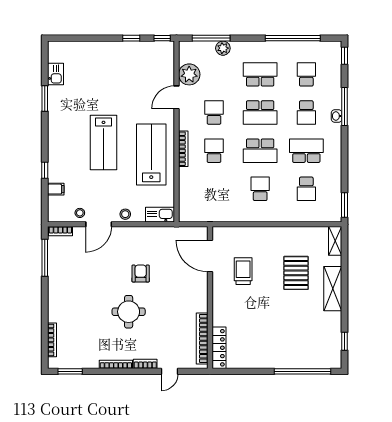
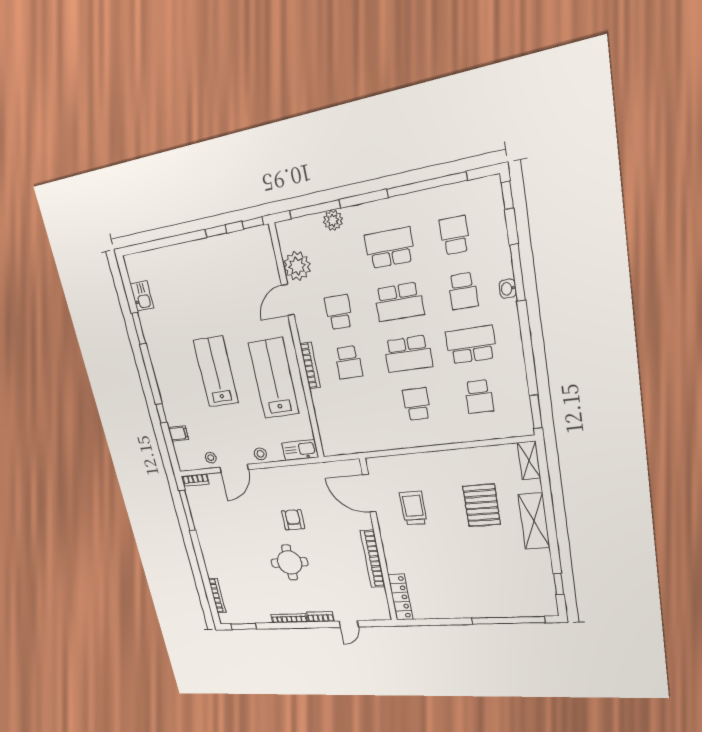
lab bench: (104, 143) -> (216, 372), turned 180
school desk: (214, 151) -> (349, 363), turned 180
bookcase: (202, 338) -> (373, 559), moved

